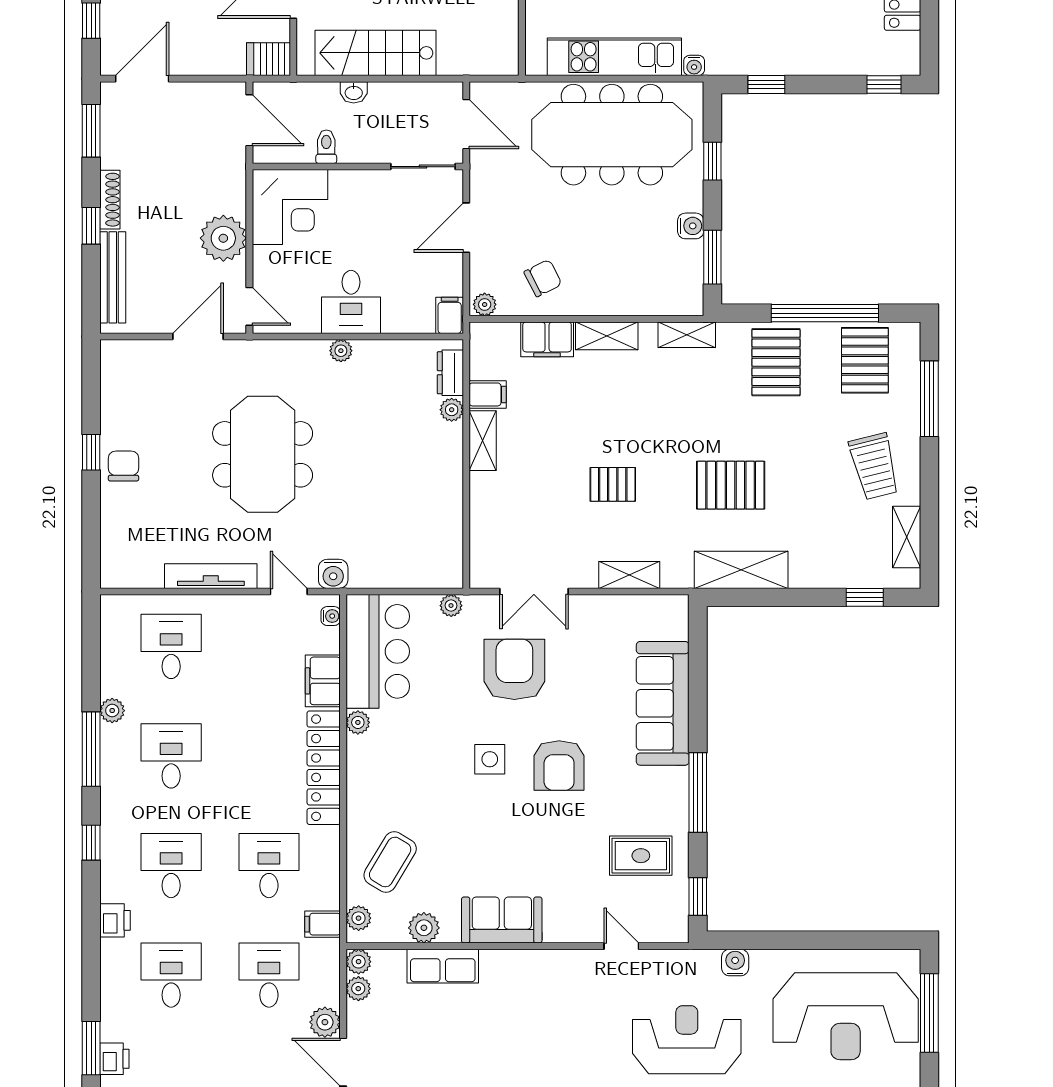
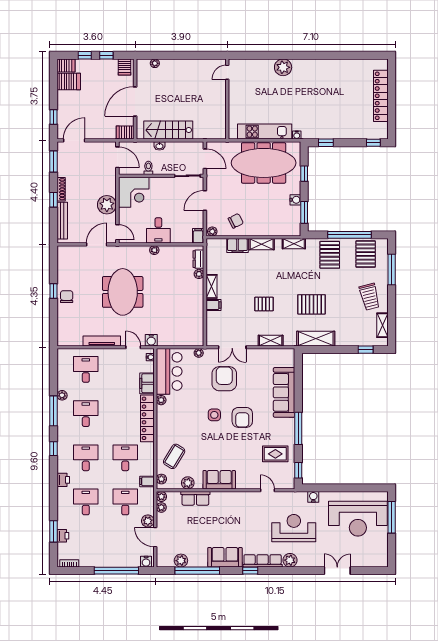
filing cabinet: (488, 394) -> (213, 305), moved

